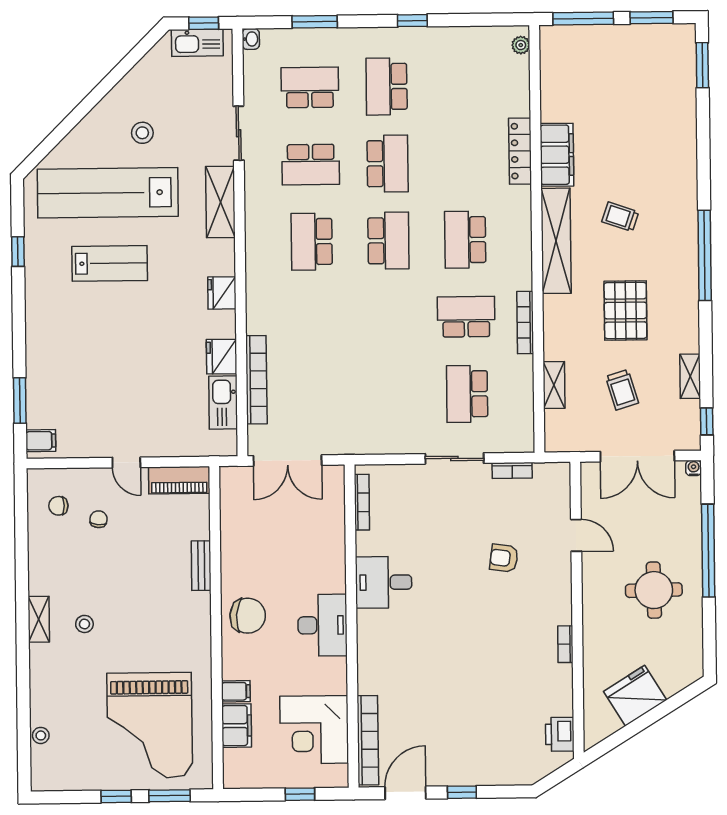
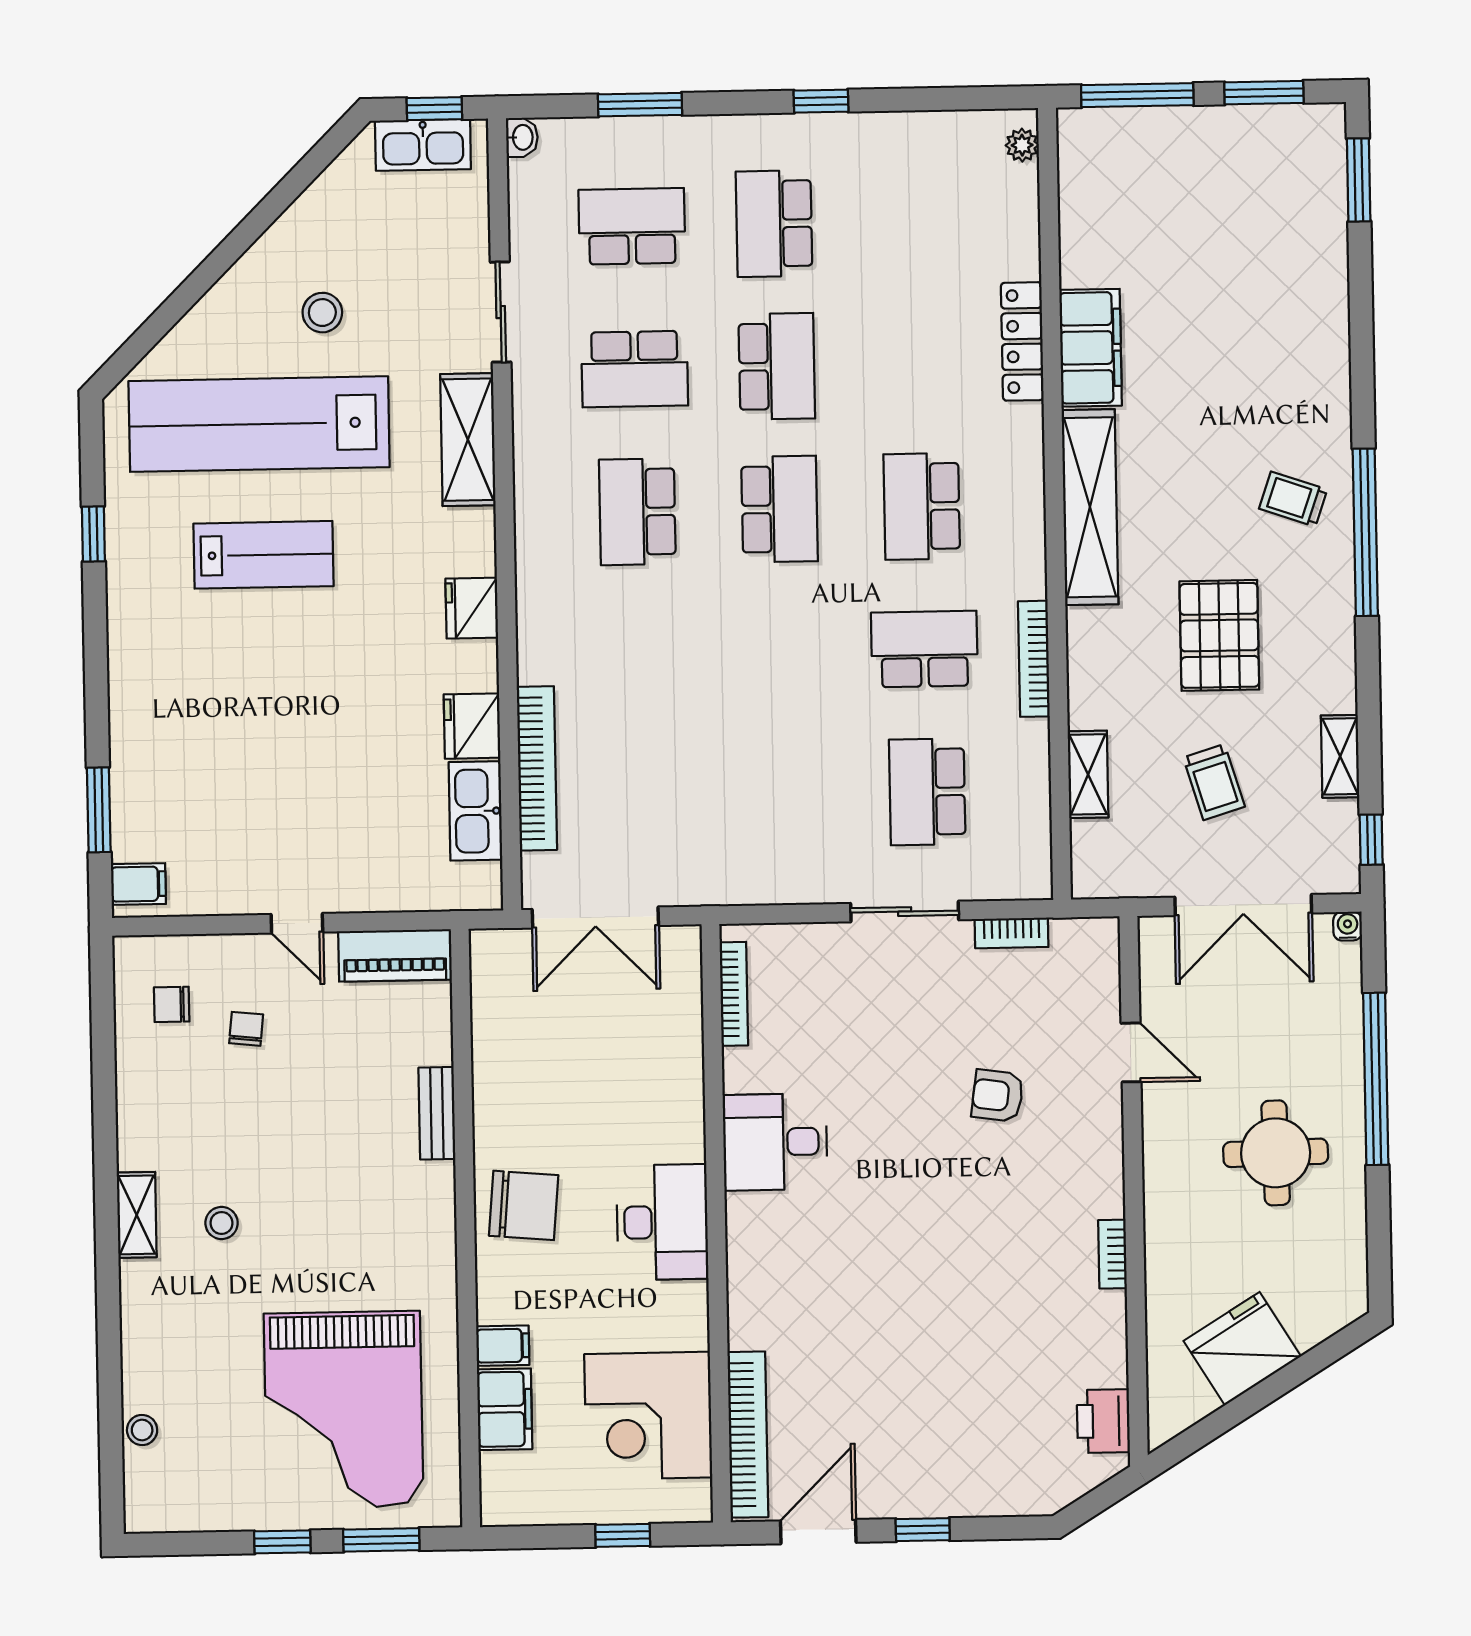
trolley: (620, 217) -> (1293, 499), moved

